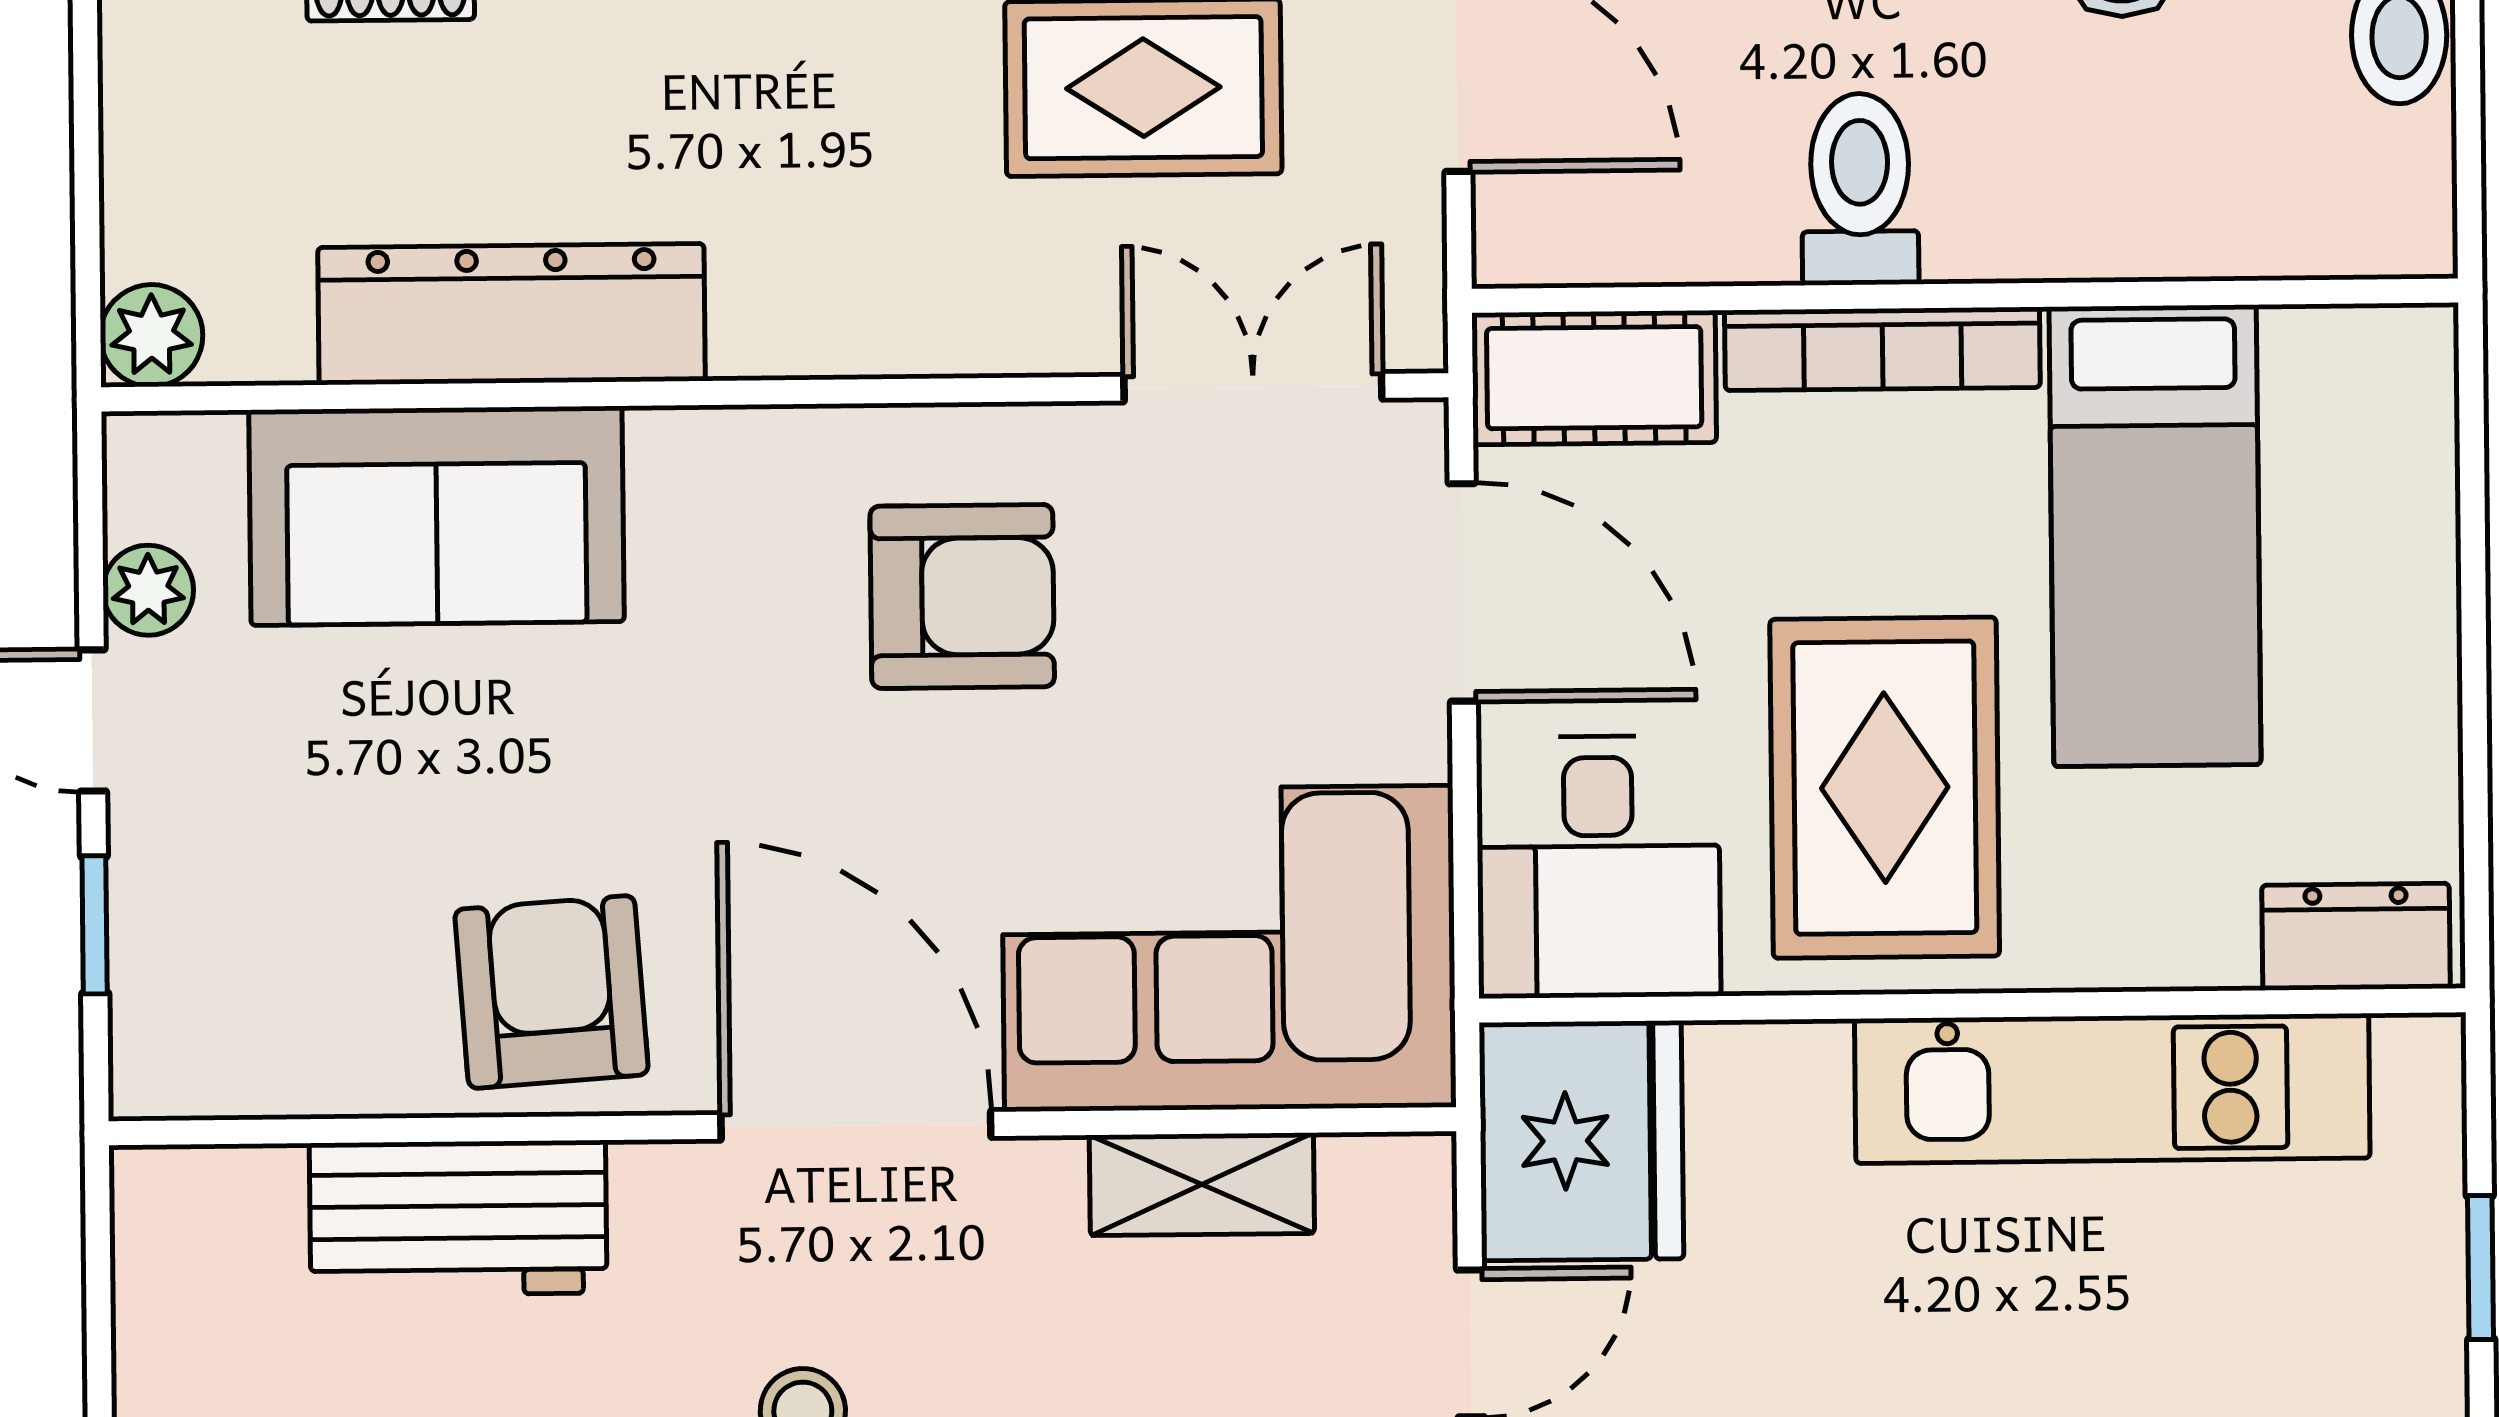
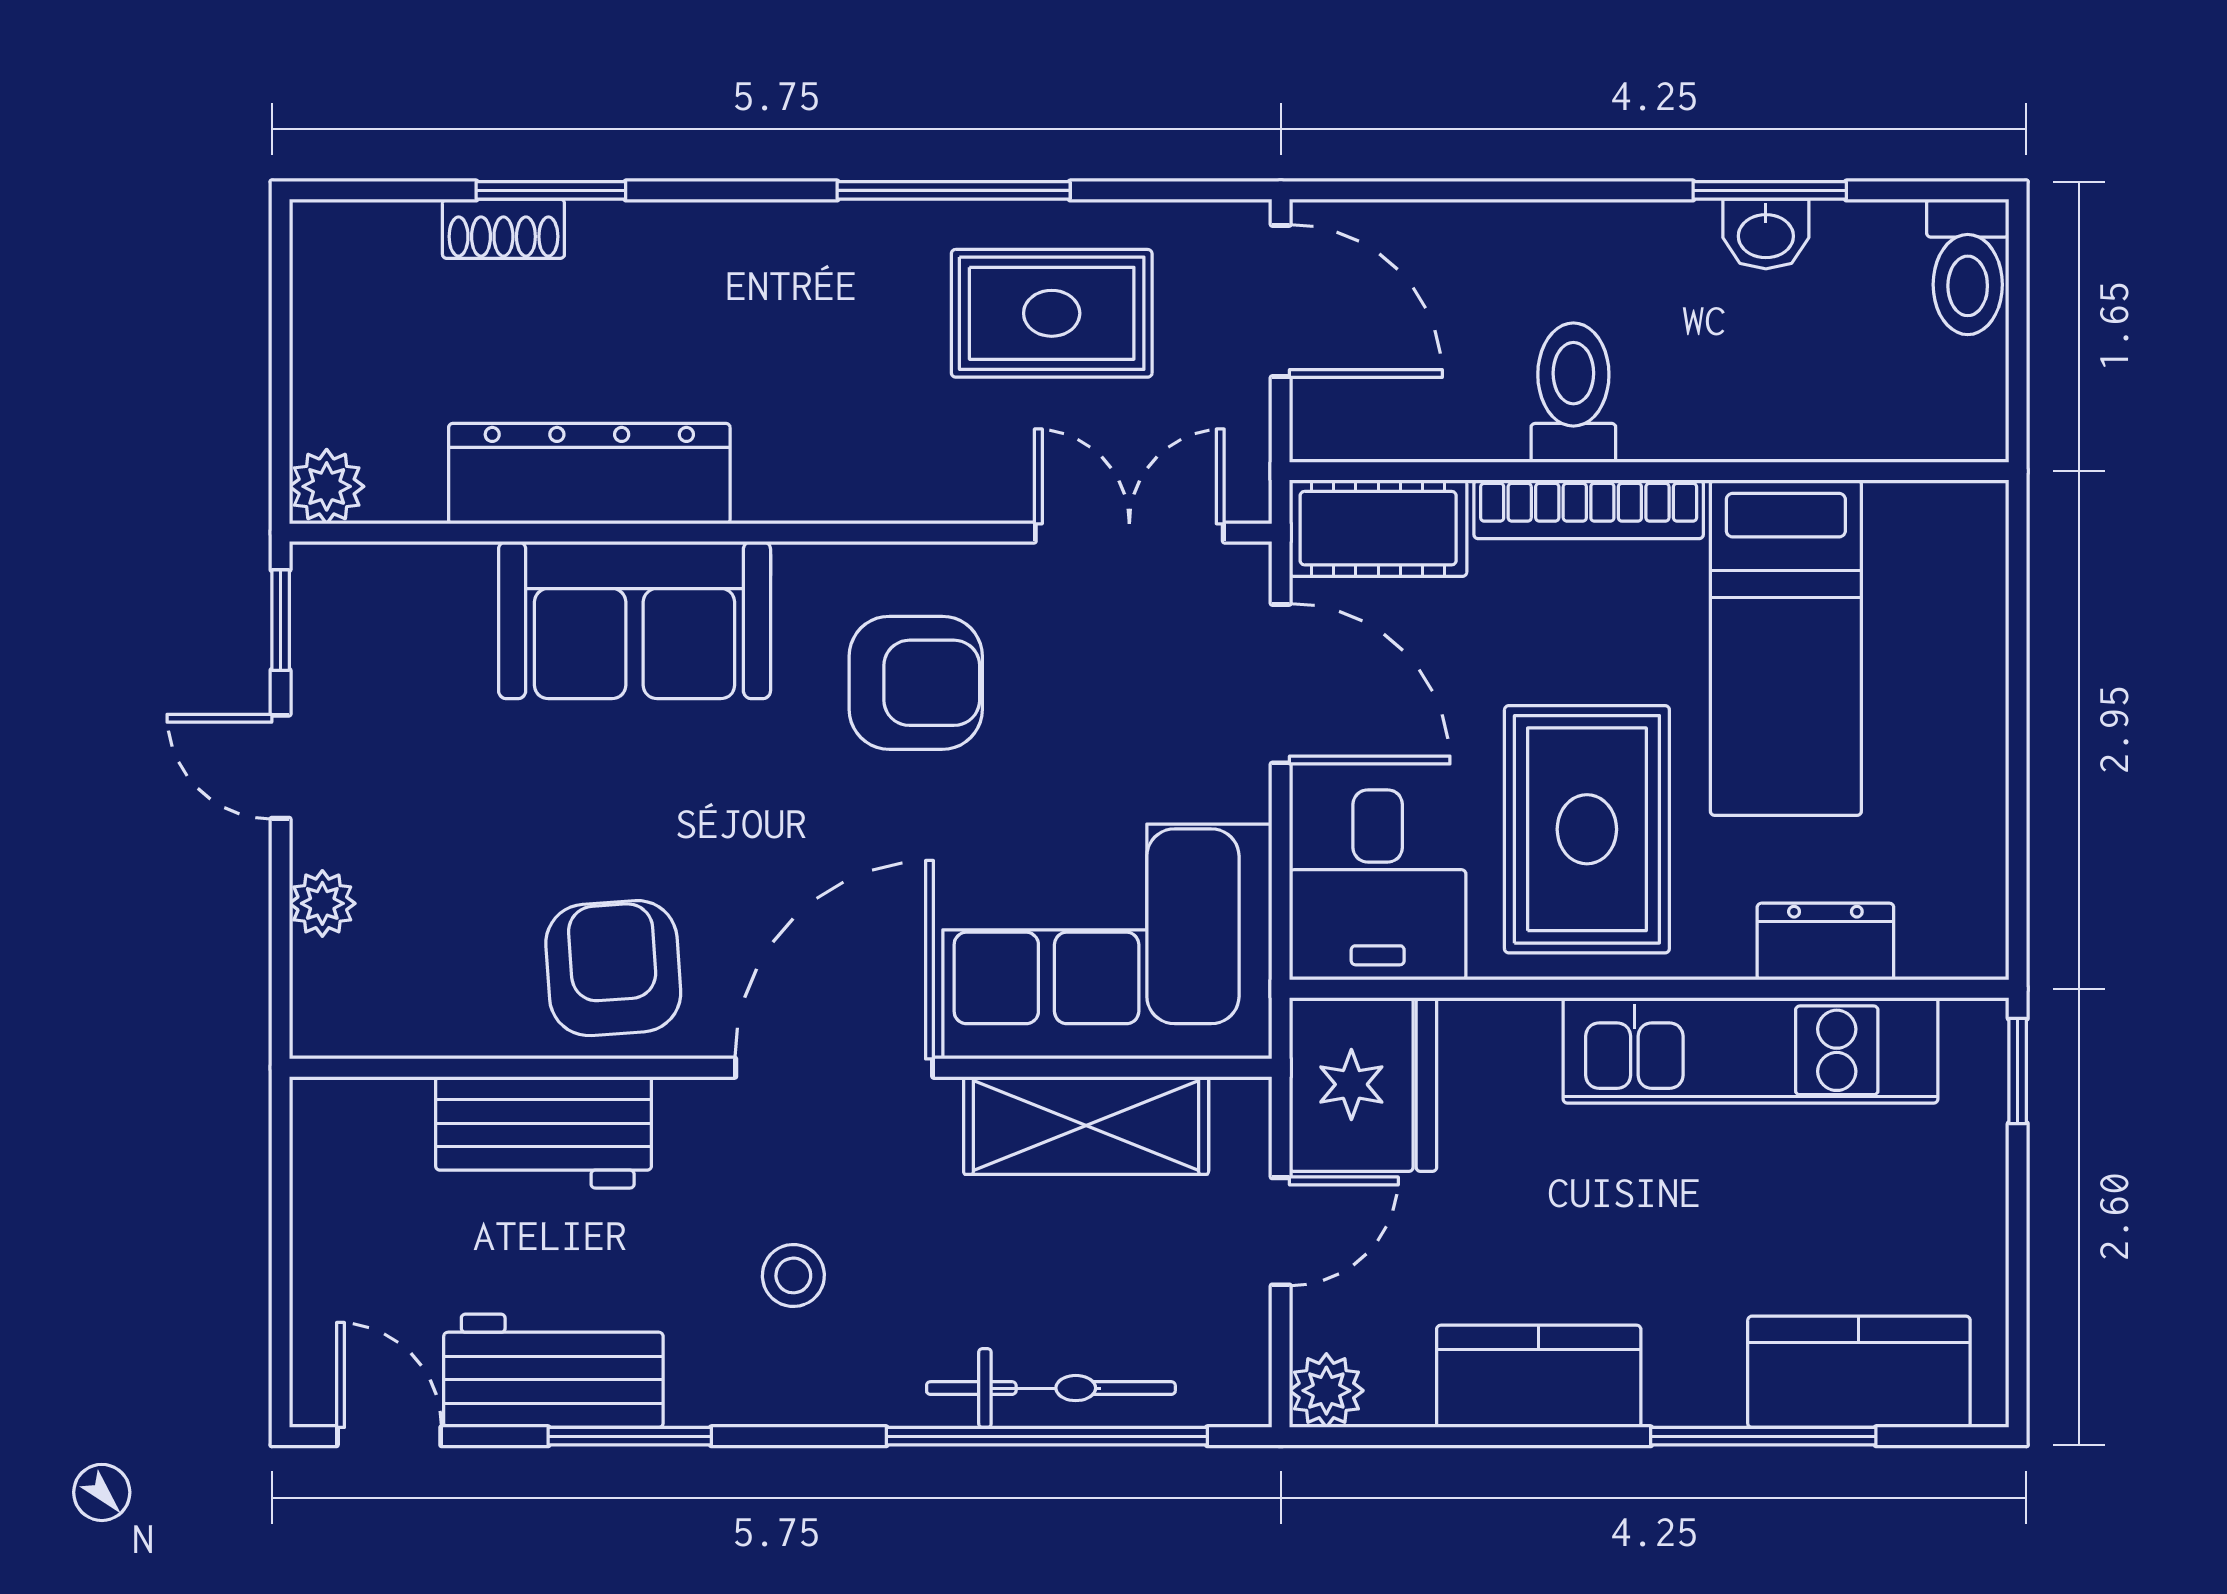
sofa: (436, 516) -> (635, 620), moved
plant: (148, 590) -> (322, 903), moved
window: (95, 925) -> (281, 620), moved
dresser: (2356, 937) -> (1825, 942), moved
door: (856, 1125) -> (834, 1068), hinge flipped
shelving: (1202, 1184) -> (1086, 1125), width x1.50, depth x1.33
window: (2480, 1268) -> (2018, 1071), moved

